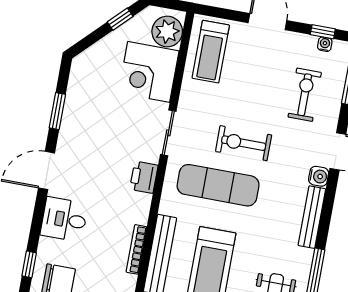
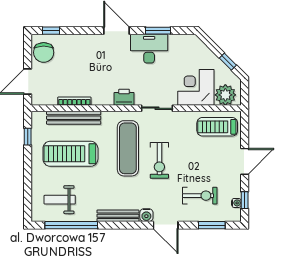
exercise bike: (244, 143) -> (159, 160), turned 180
desk: (64, 219) -> (149, 49), moved, width x1.37

